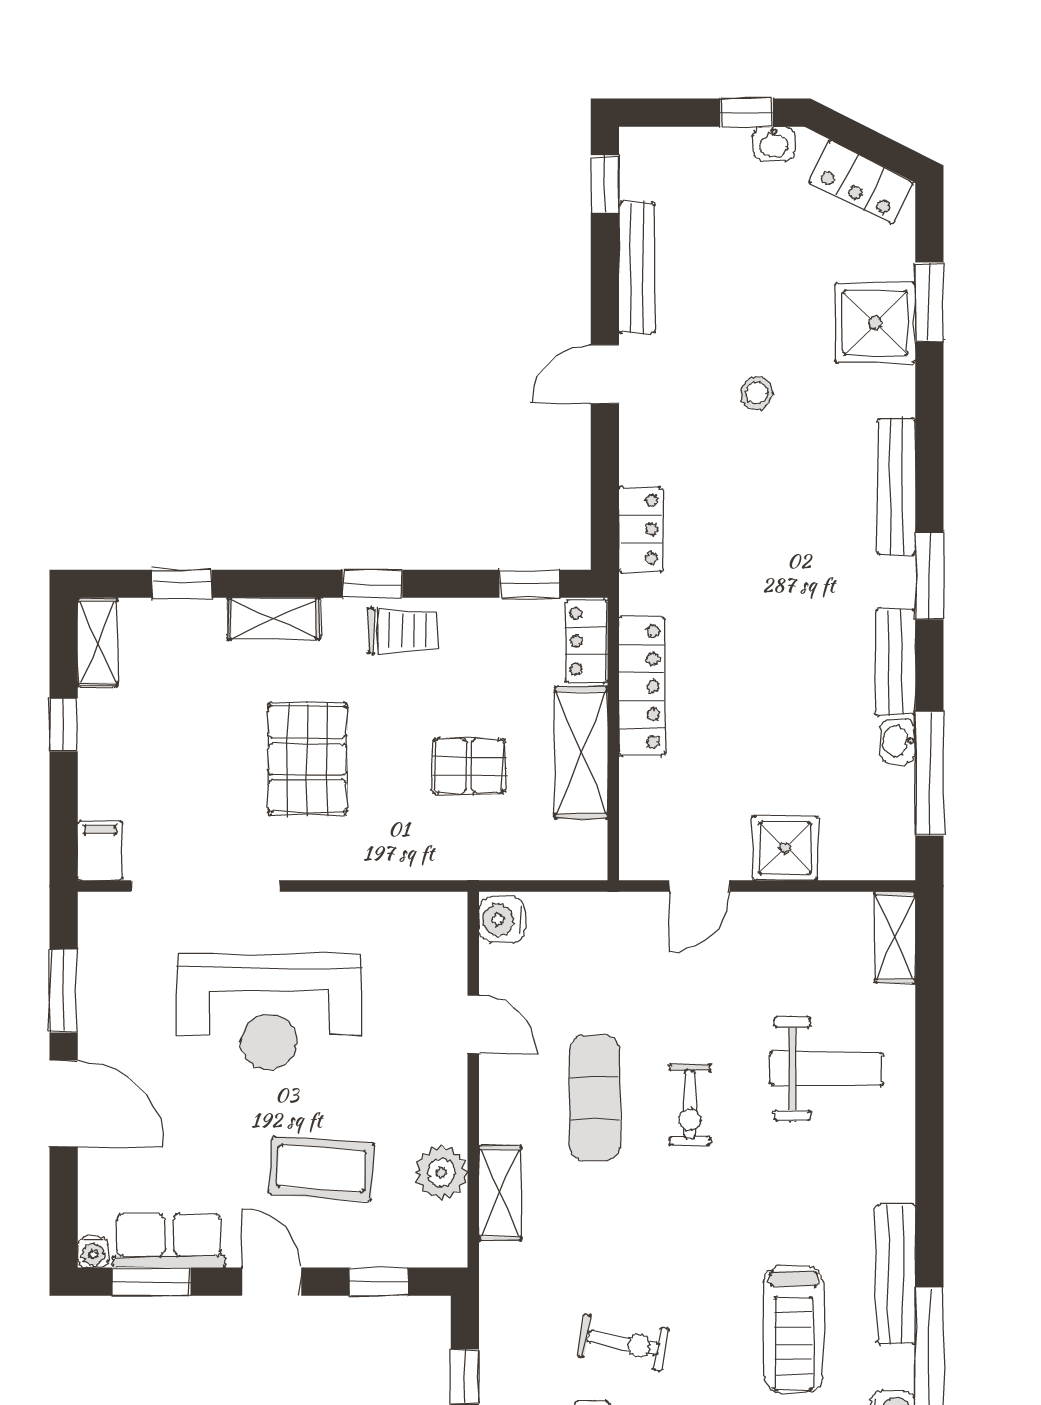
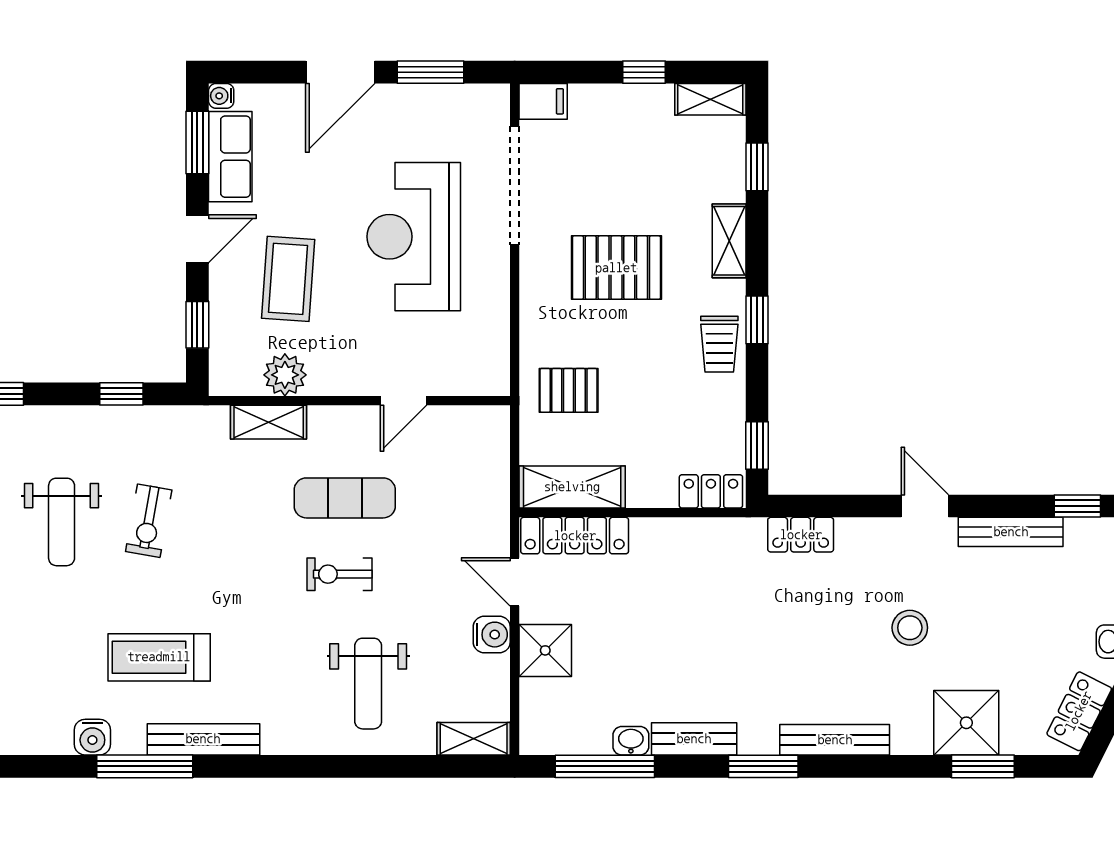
stool: (757, 393) -> (910, 628), width x1.37, depth x1.37
locker: (642, 686) -> (575, 536), moved
shelving: (581, 753) -> (572, 487), moved
pallet: (469, 766) -> (569, 390), moved, turned 90
water cooler: (502, 920) -> (492, 635), moved, turned 90

